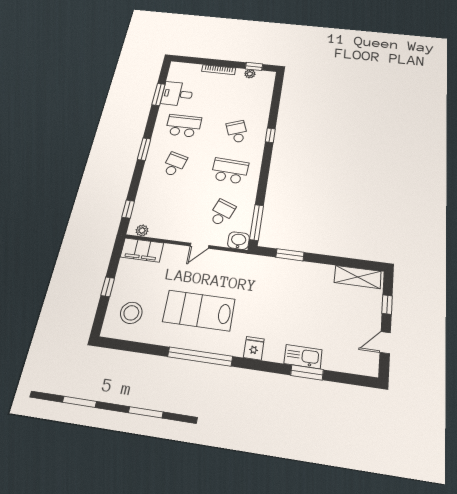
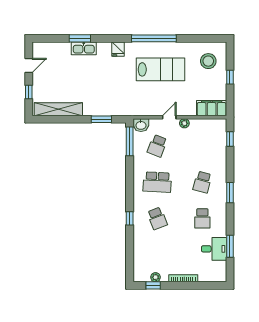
school desk: (183, 126) -> (202, 218), width x0.54
plant: (142, 230) -> (184, 123), moved
shelving: (358, 277) -> (58, 109), width x1.47

